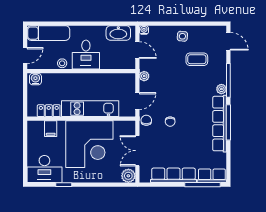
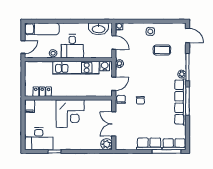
water cooler: (35, 79) -> (105, 66), moved
kitchen unit: (90, 109) -> (76, 68), moved, turned 180
filing cabinet: (51, 129) -> (30, 106), moved
corner desk: (89, 144) -> (70, 114), width x0.74, depth x0.74
row of seats: (173, 175) -> (149, 144), width x0.68

